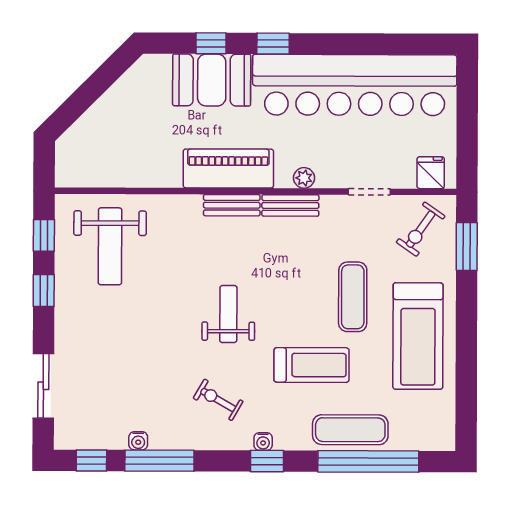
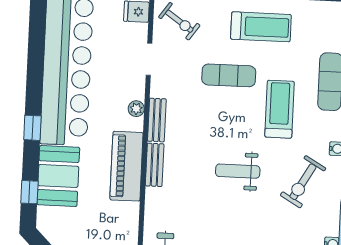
window: (211, 43) -> (29, 192), moved
treadmill: (418, 336) -> (261, 27), width x0.73, depth x0.73
exercise bike: (218, 400) -> (303, 182), width x1.38, depth x1.39

